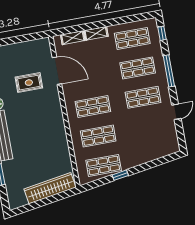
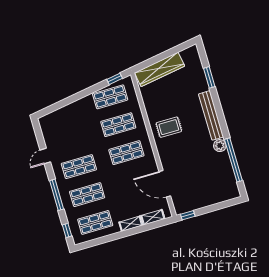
window: (37, 36) -> (188, 215), added
rug: (29, 83) -> (169, 127), moved
window: (120, 175) -> (115, 79), moved

